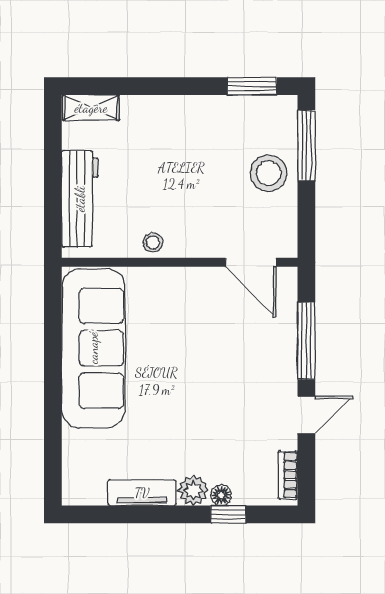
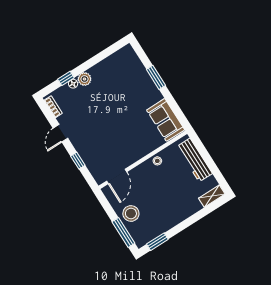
door: (251, 262) -> (117, 176), swing flipped
window: (306, 341) -> (78, 161), width x0.46
sofa: (93, 348) -> (166, 120), width x0.54, depth x0.79
window: (53, 406) -> (156, 77), added
tv unit: (142, 493) -> (103, 66), removed

